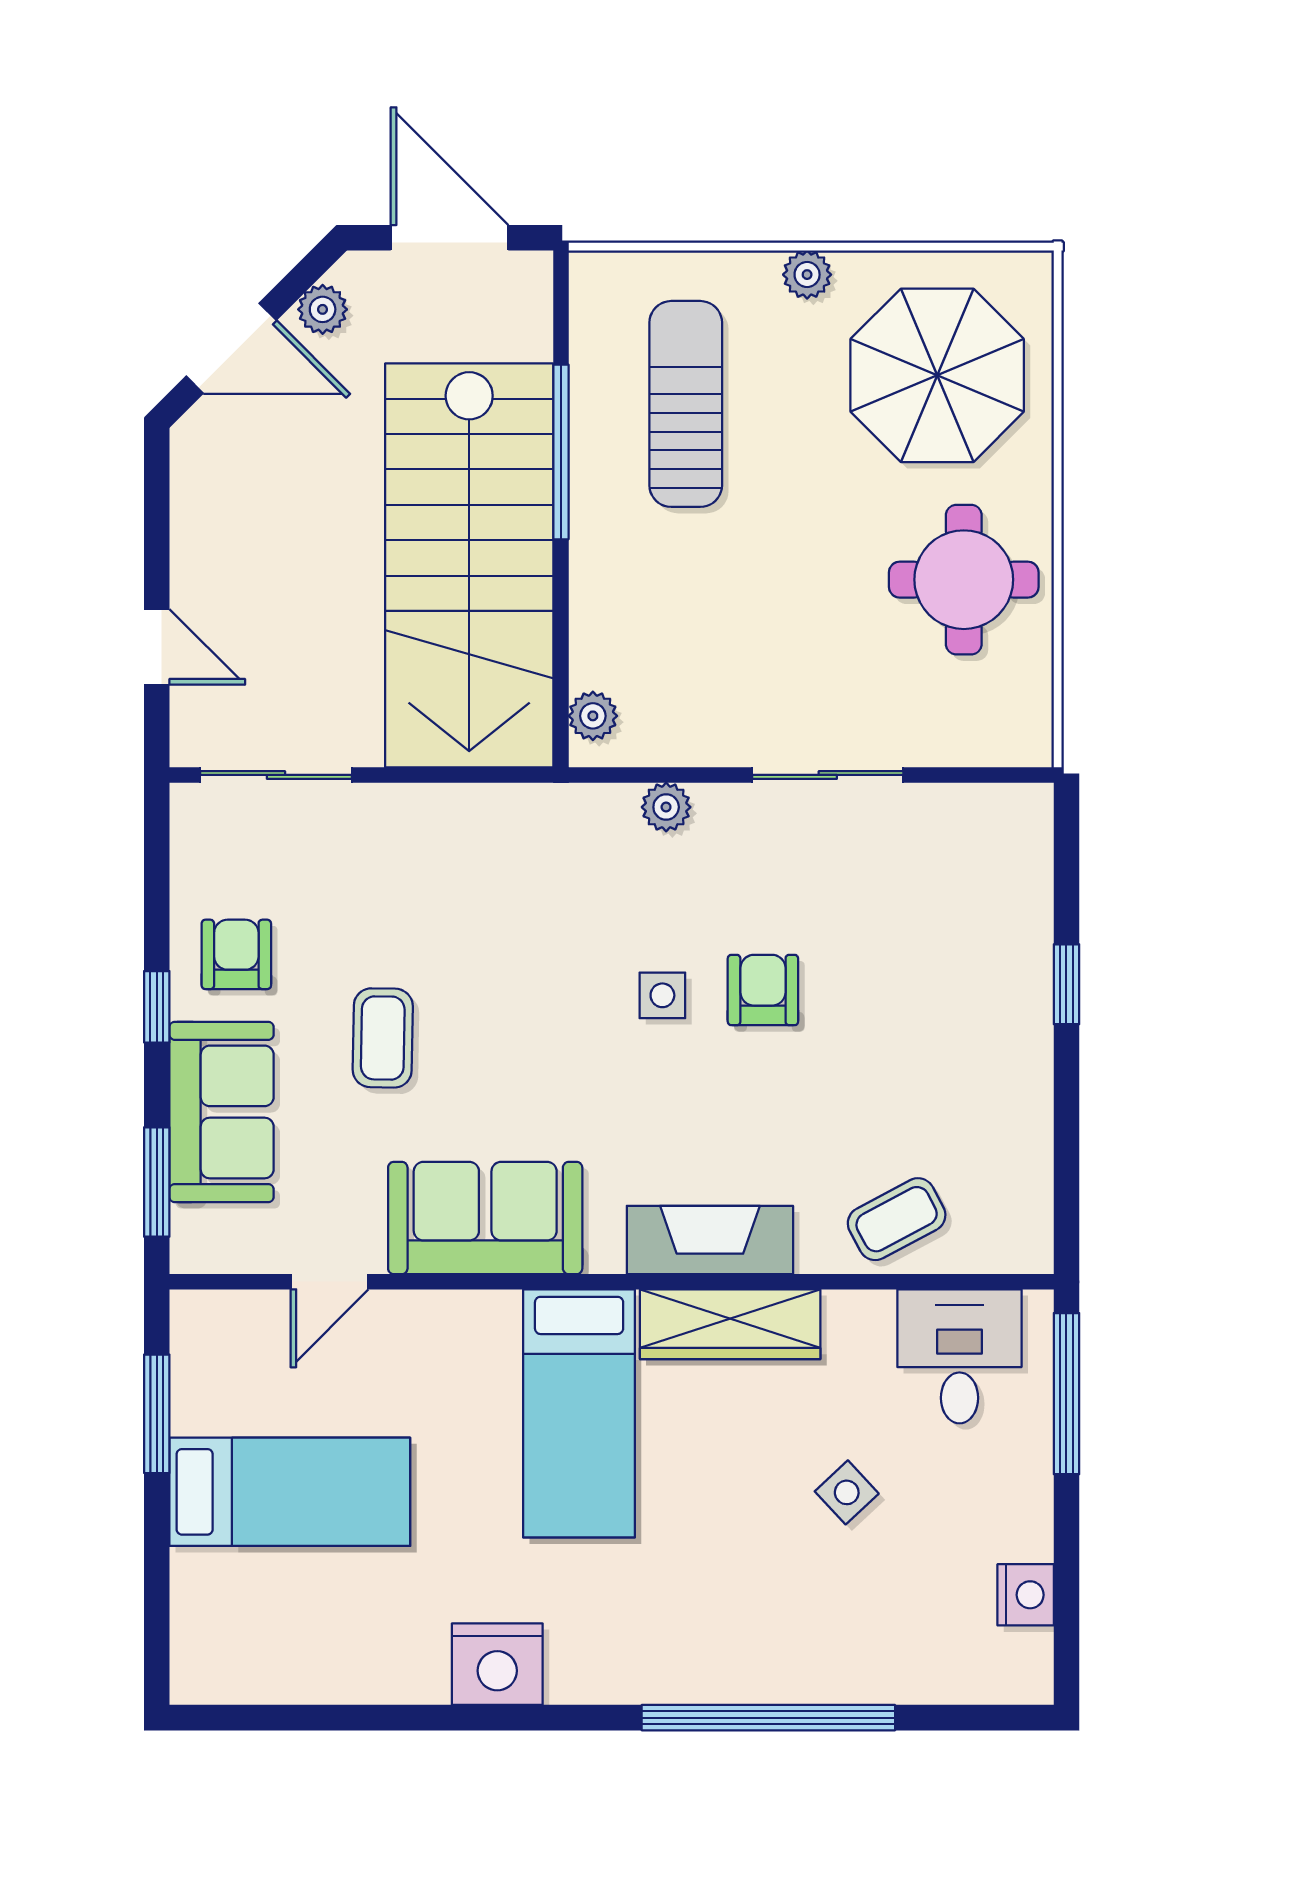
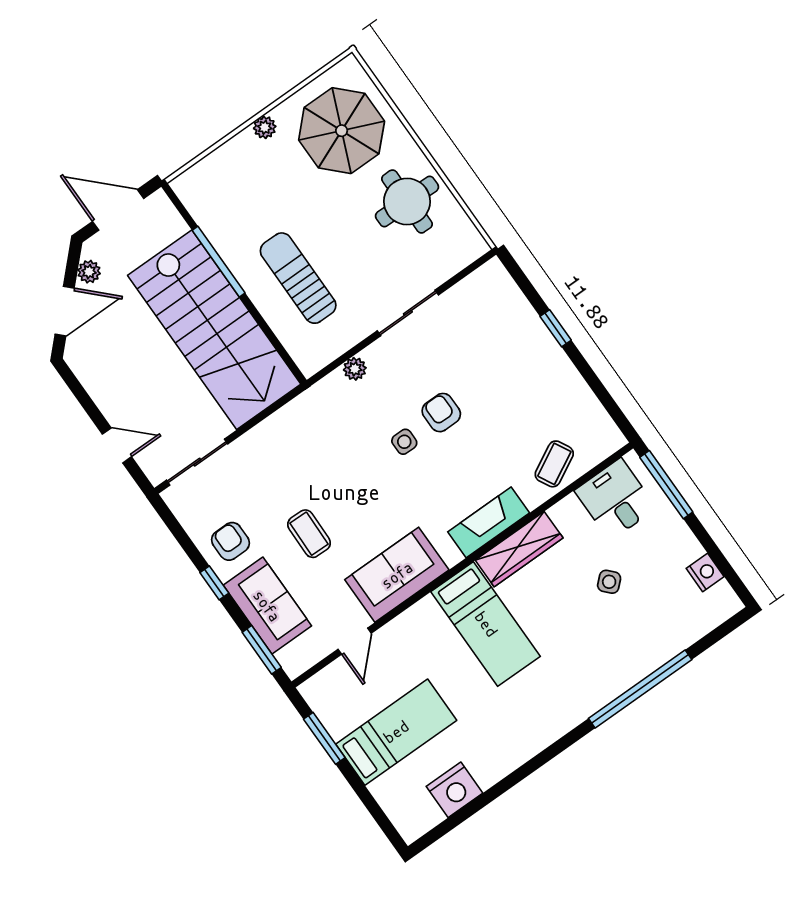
sun lounger: (686, 404) -> (298, 278), moved
plant: (593, 716) -> (302, 354), removed
nightstand: (497, 1664) -> (454, 790), moved

